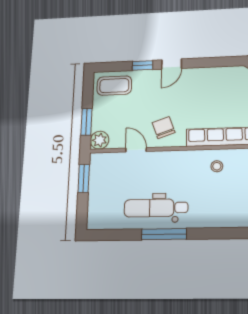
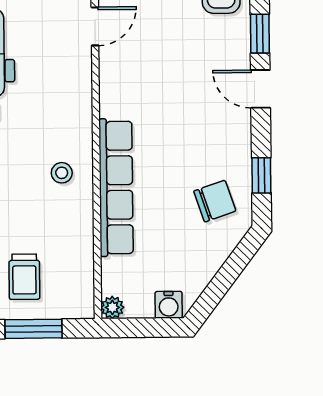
window: (217, 62) -> (261, 175), added
chair: (164, 128) -> (215, 201), moved

